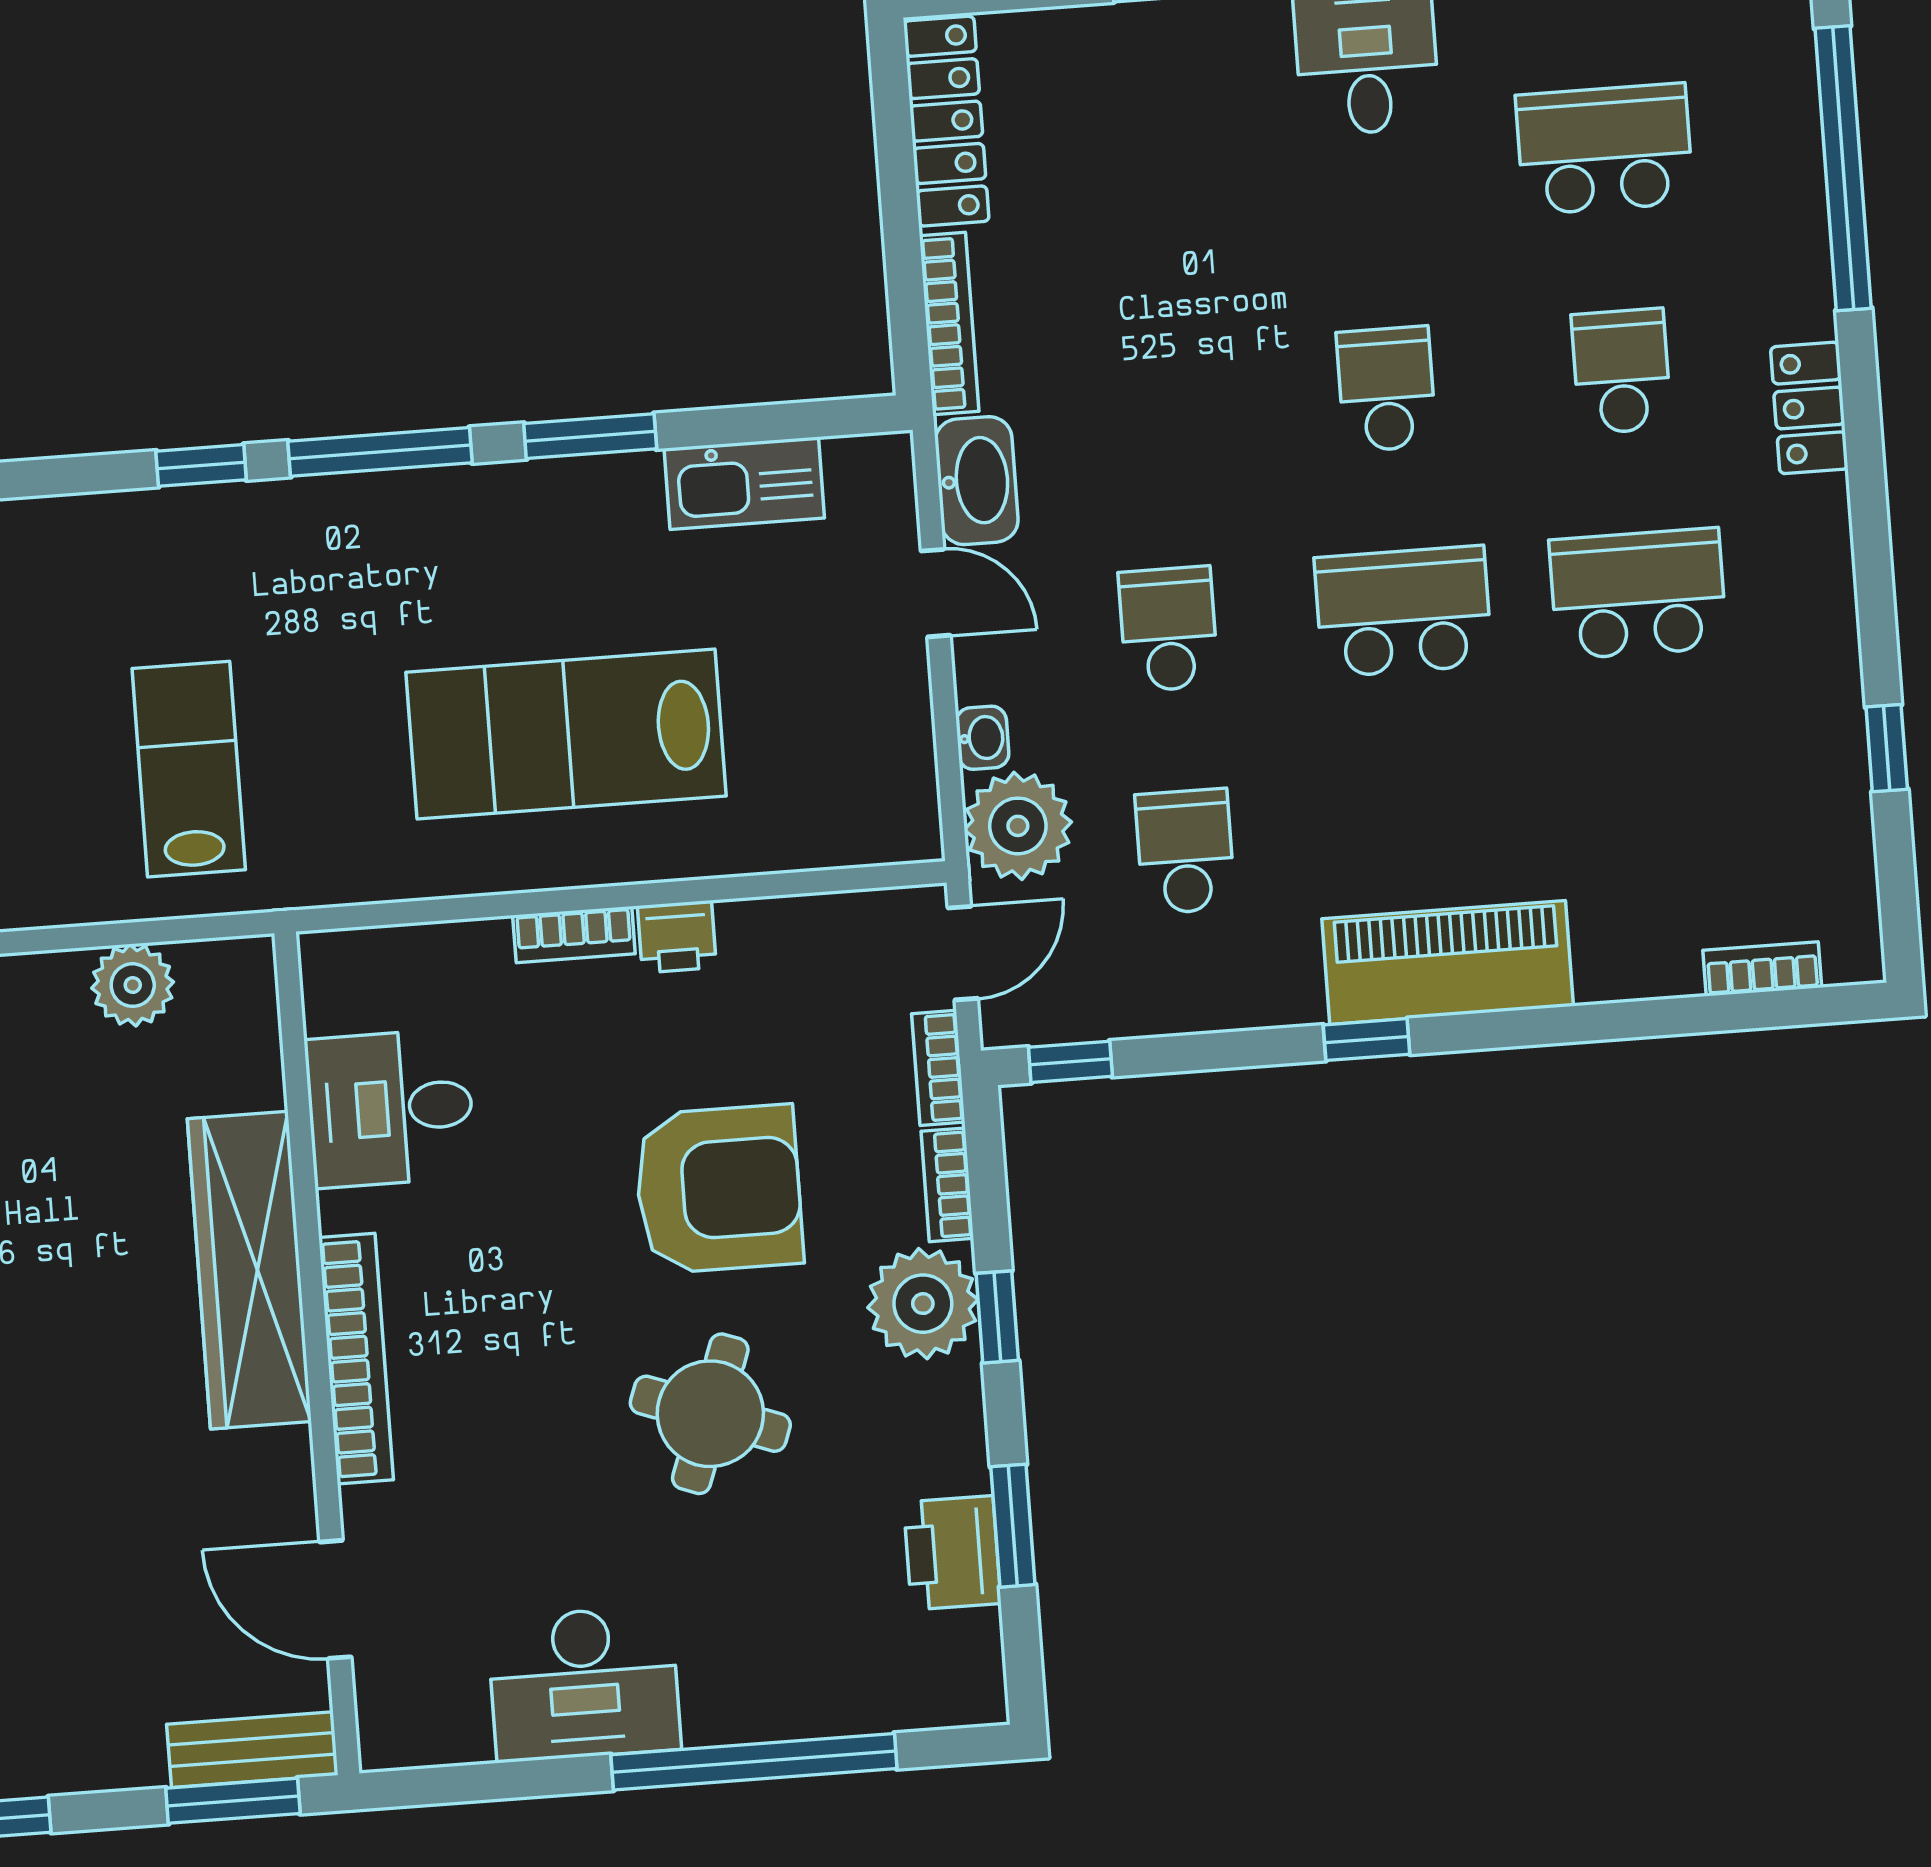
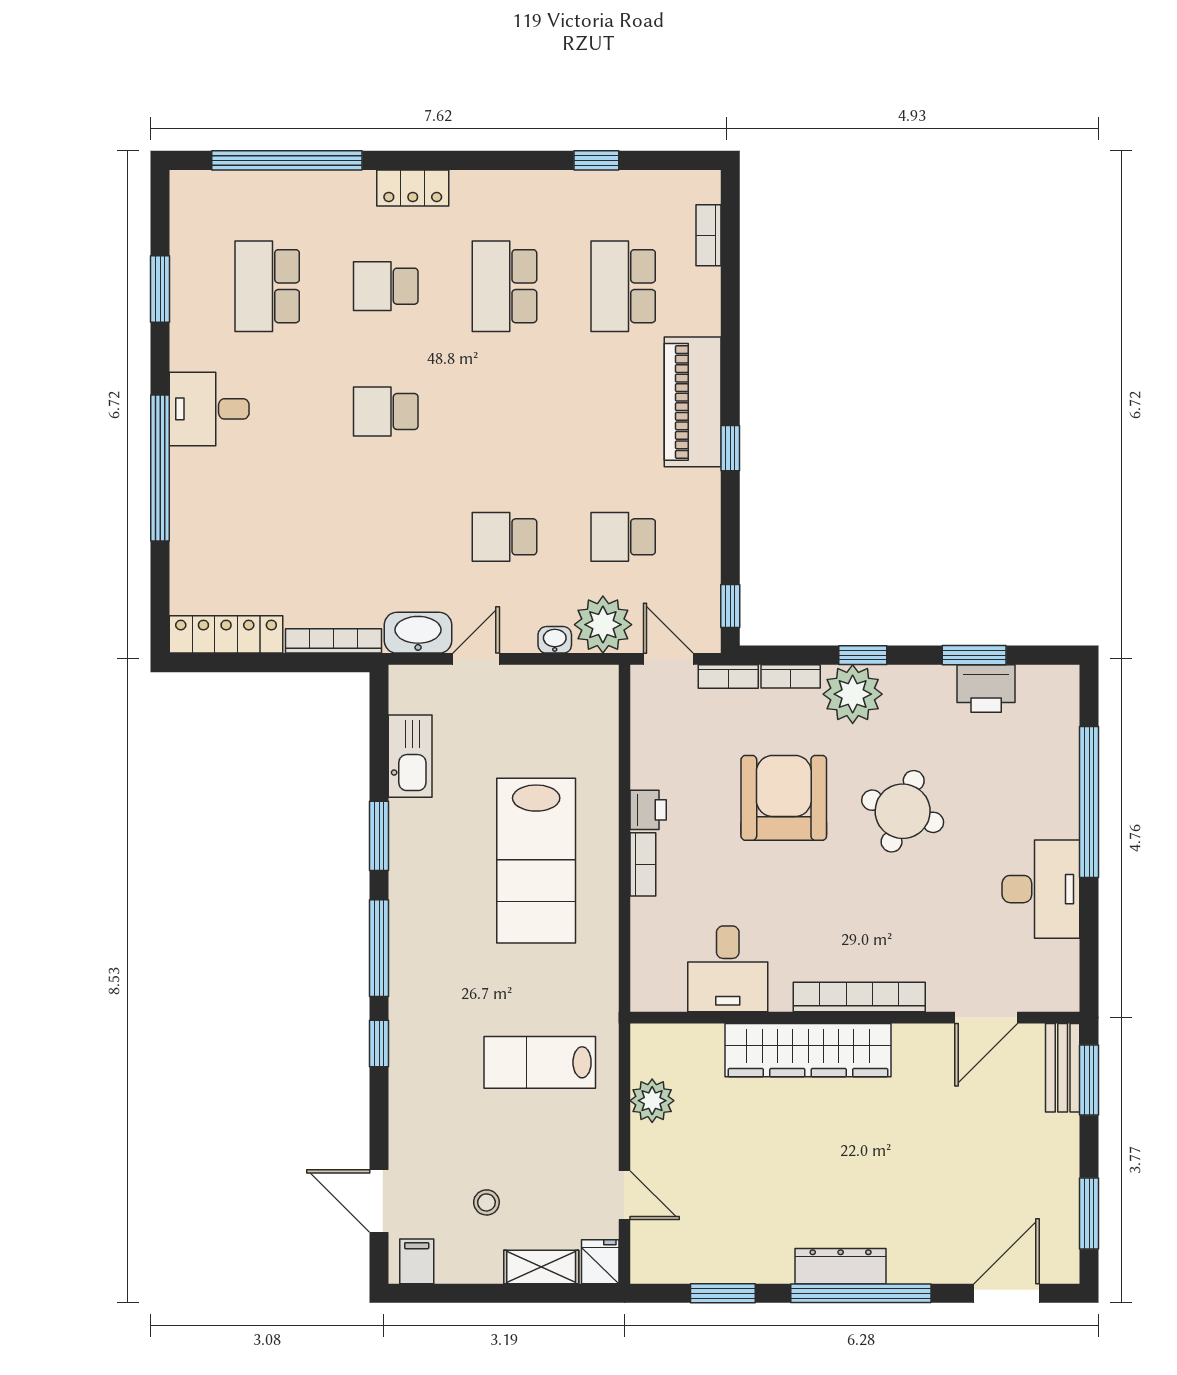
school desk: (1403, 611) -> (623, 286), moved

